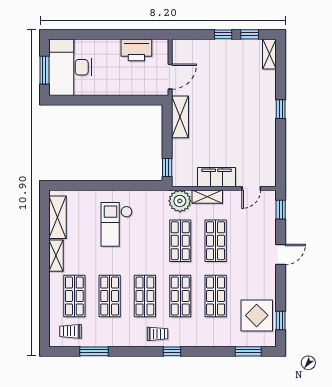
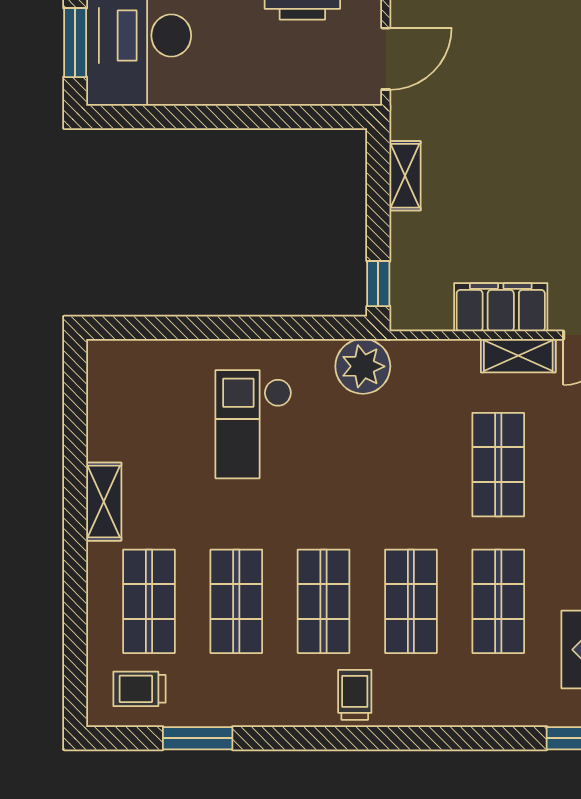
shelving: (180, 117) -> (405, 176), width x0.67, depth x0.75
shelving: (207, 197) -> (518, 356), moved
plant: (180, 201) -> (363, 366), moved
shelving: (58, 217) -> (107, 407), removed
shop shelf: (180, 241) -> (411, 465), removed
trolley: (158, 334) -> (355, 695), turned -90
window: (172, 351) -> (391, 738), removed

